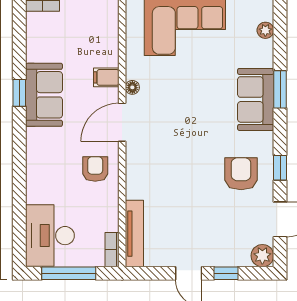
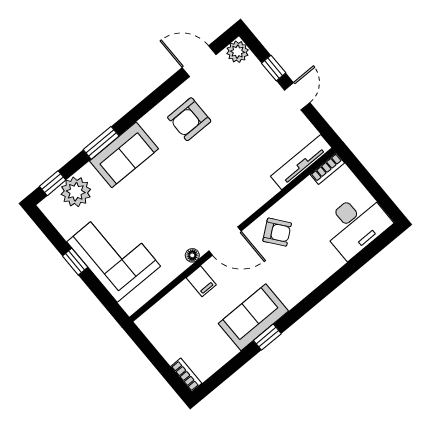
plant: (265, 30) -> (76, 192), width x1.88, depth x1.88
window: (280, 168) -> (53, 183), moved
armchair: (95, 169) -> (277, 232), turned -128
window: (69, 273) -> (372, 186), removed

